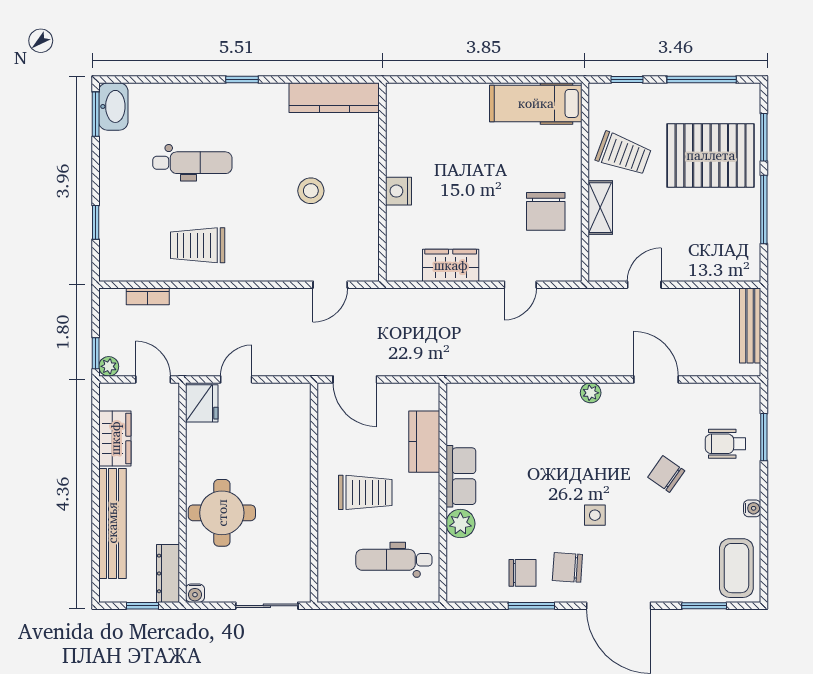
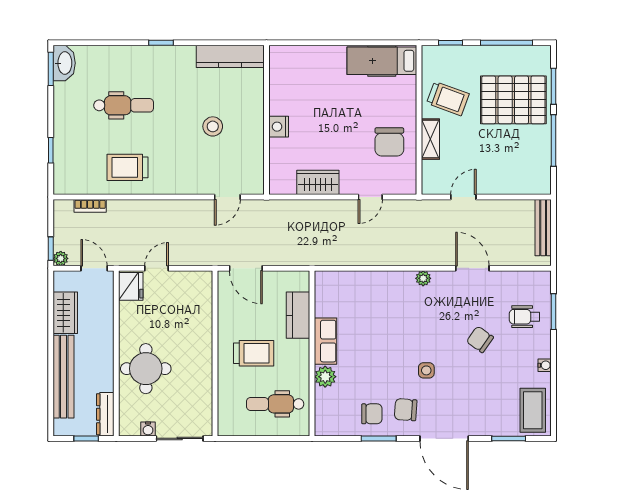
water cooler: (195, 593) -> (148, 429), moved

